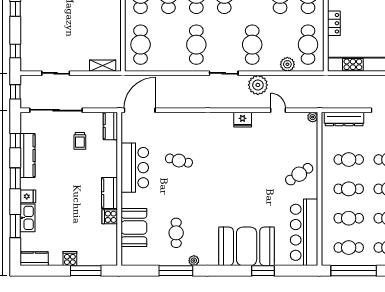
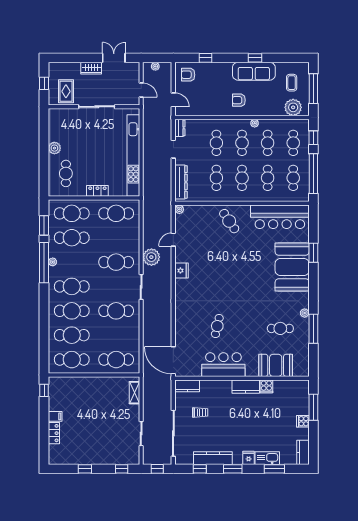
plant: (287, 64) -> (133, 231), removed

